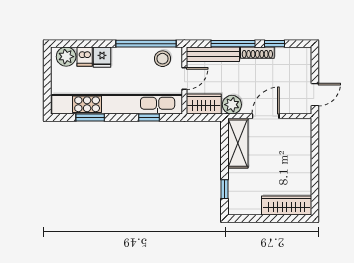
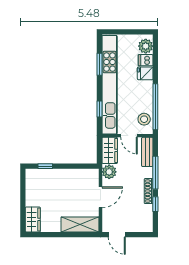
bench: (213, 54) -> (147, 152), width x0.73
door: (266, 116) -> (100, 197), hinge flipped
shelving: (238, 143) -> (80, 225), moved
wardrobe: (287, 205) -> (33, 219), width x0.67

